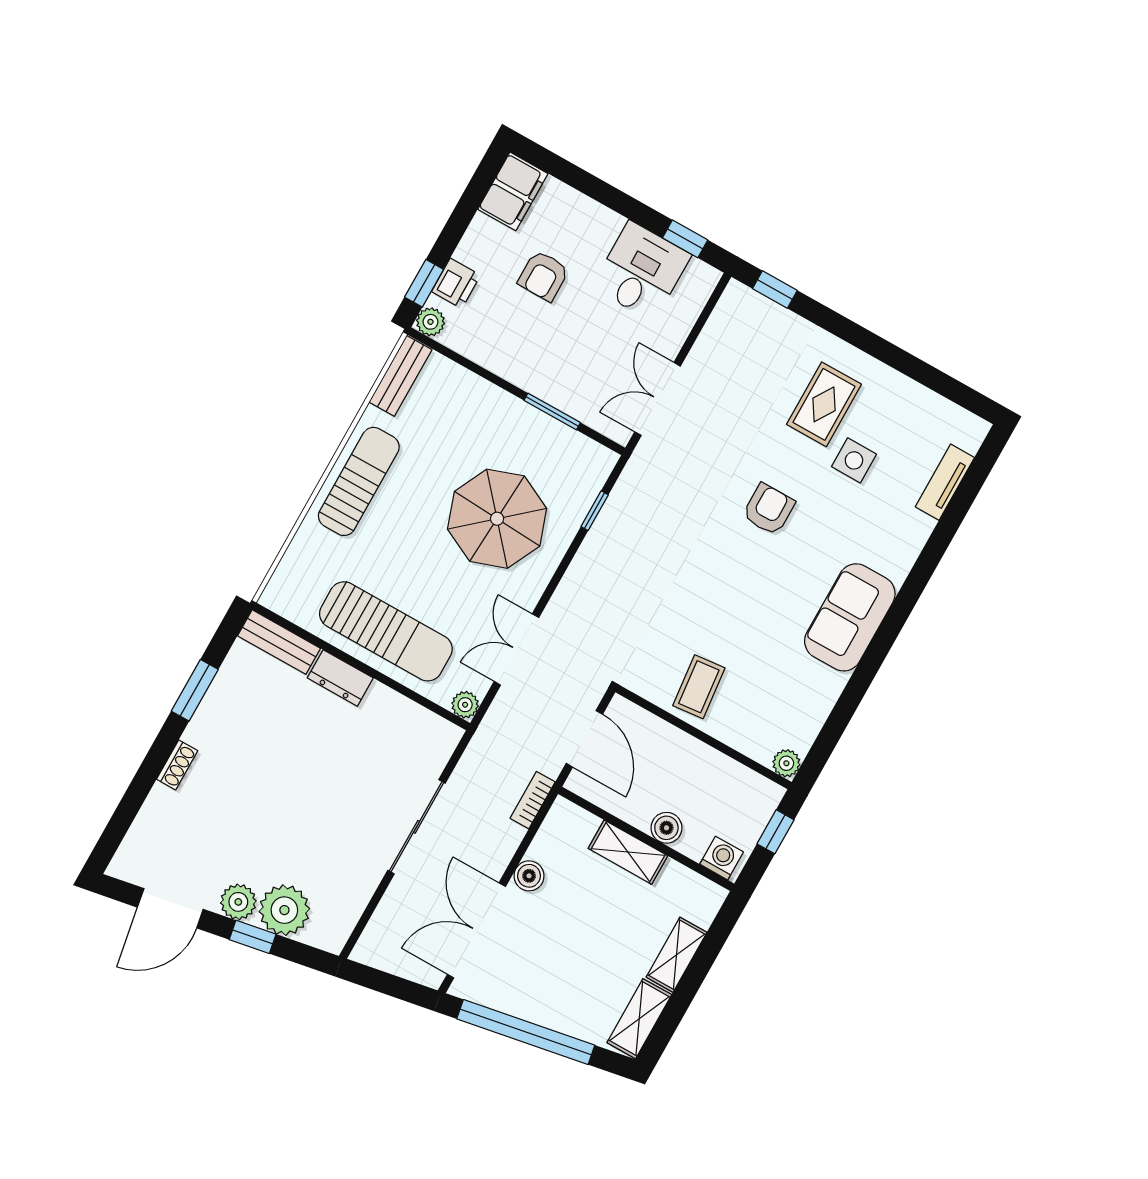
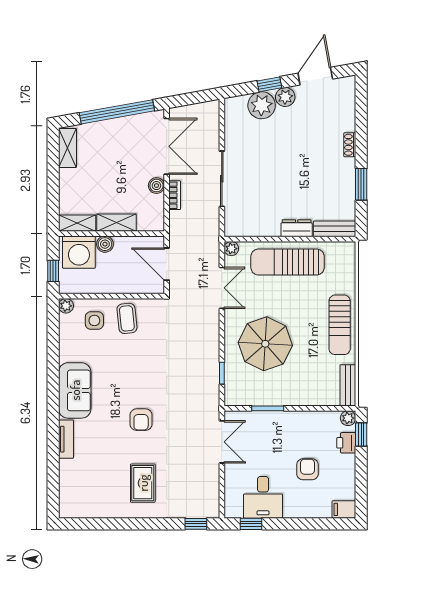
filing cabinet: (513, 191) -> (344, 509), width x0.50
side table: (854, 460) -> (94, 320), moved
tv unit: (945, 482) -> (66, 439), moved
bookcase: (533, 800) -> (175, 195), moved
washing machine: (722, 858) -> (79, 252), width x1.89, depth x1.89
shelving: (677, 955) -> (77, 223), moved, turned 90

